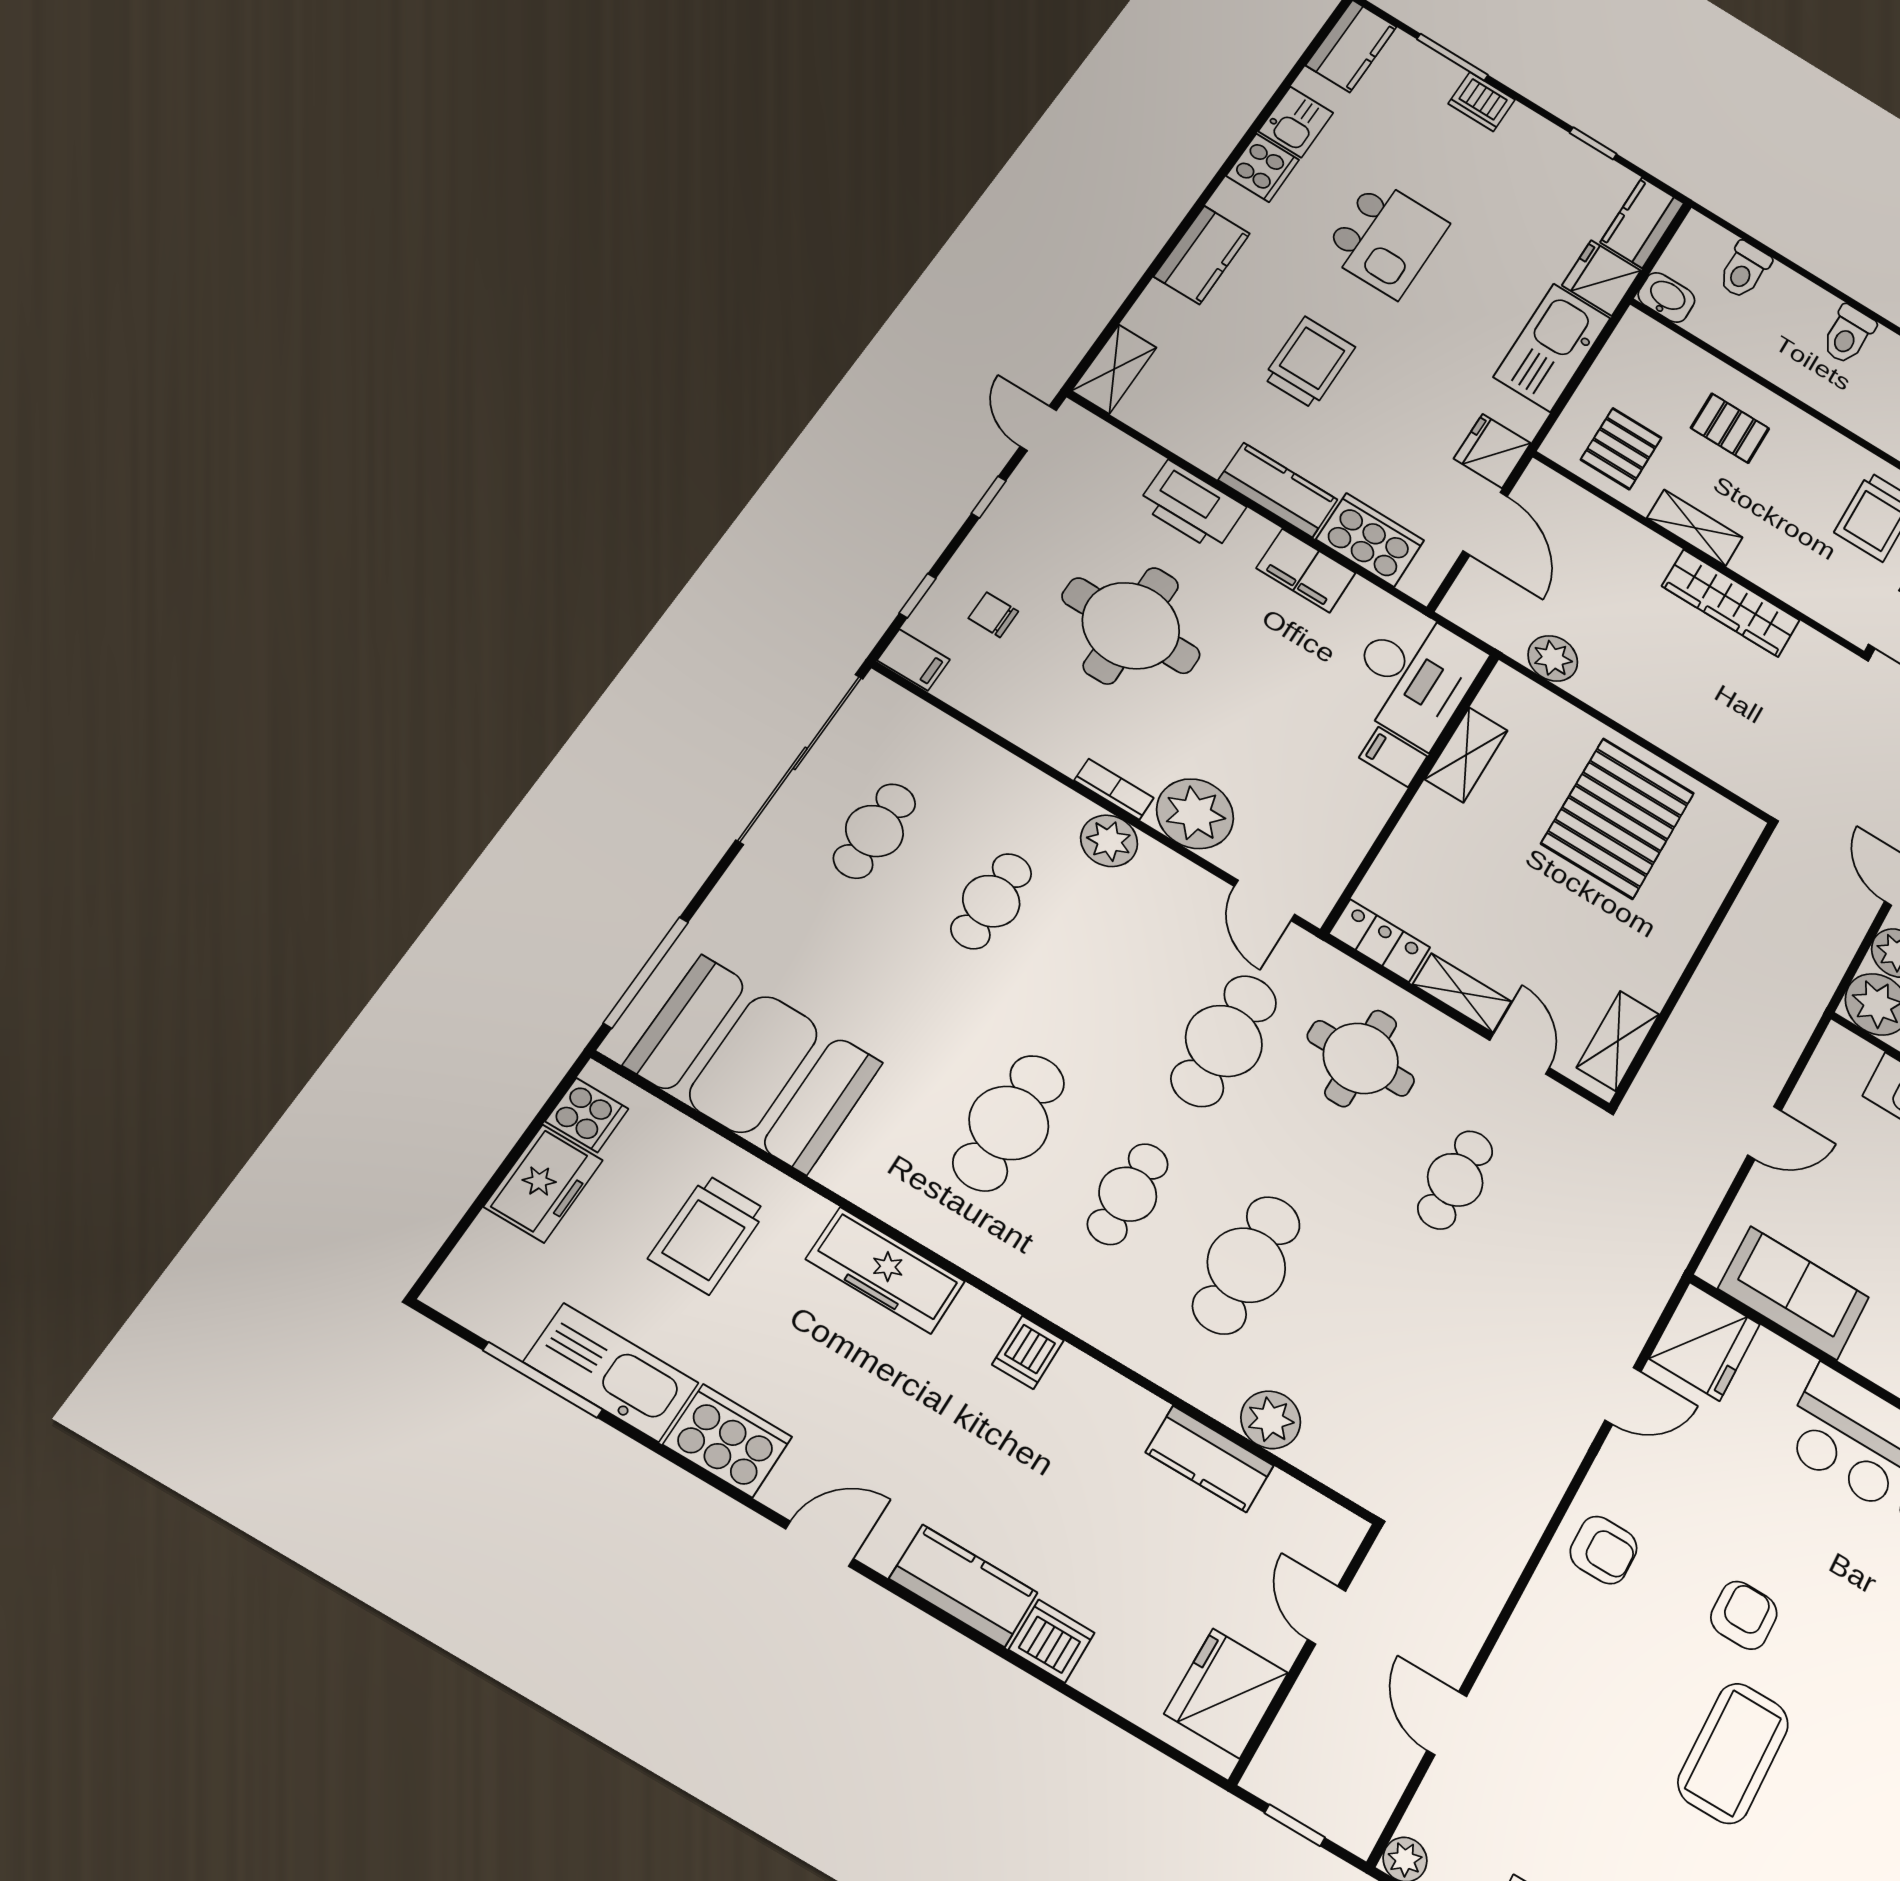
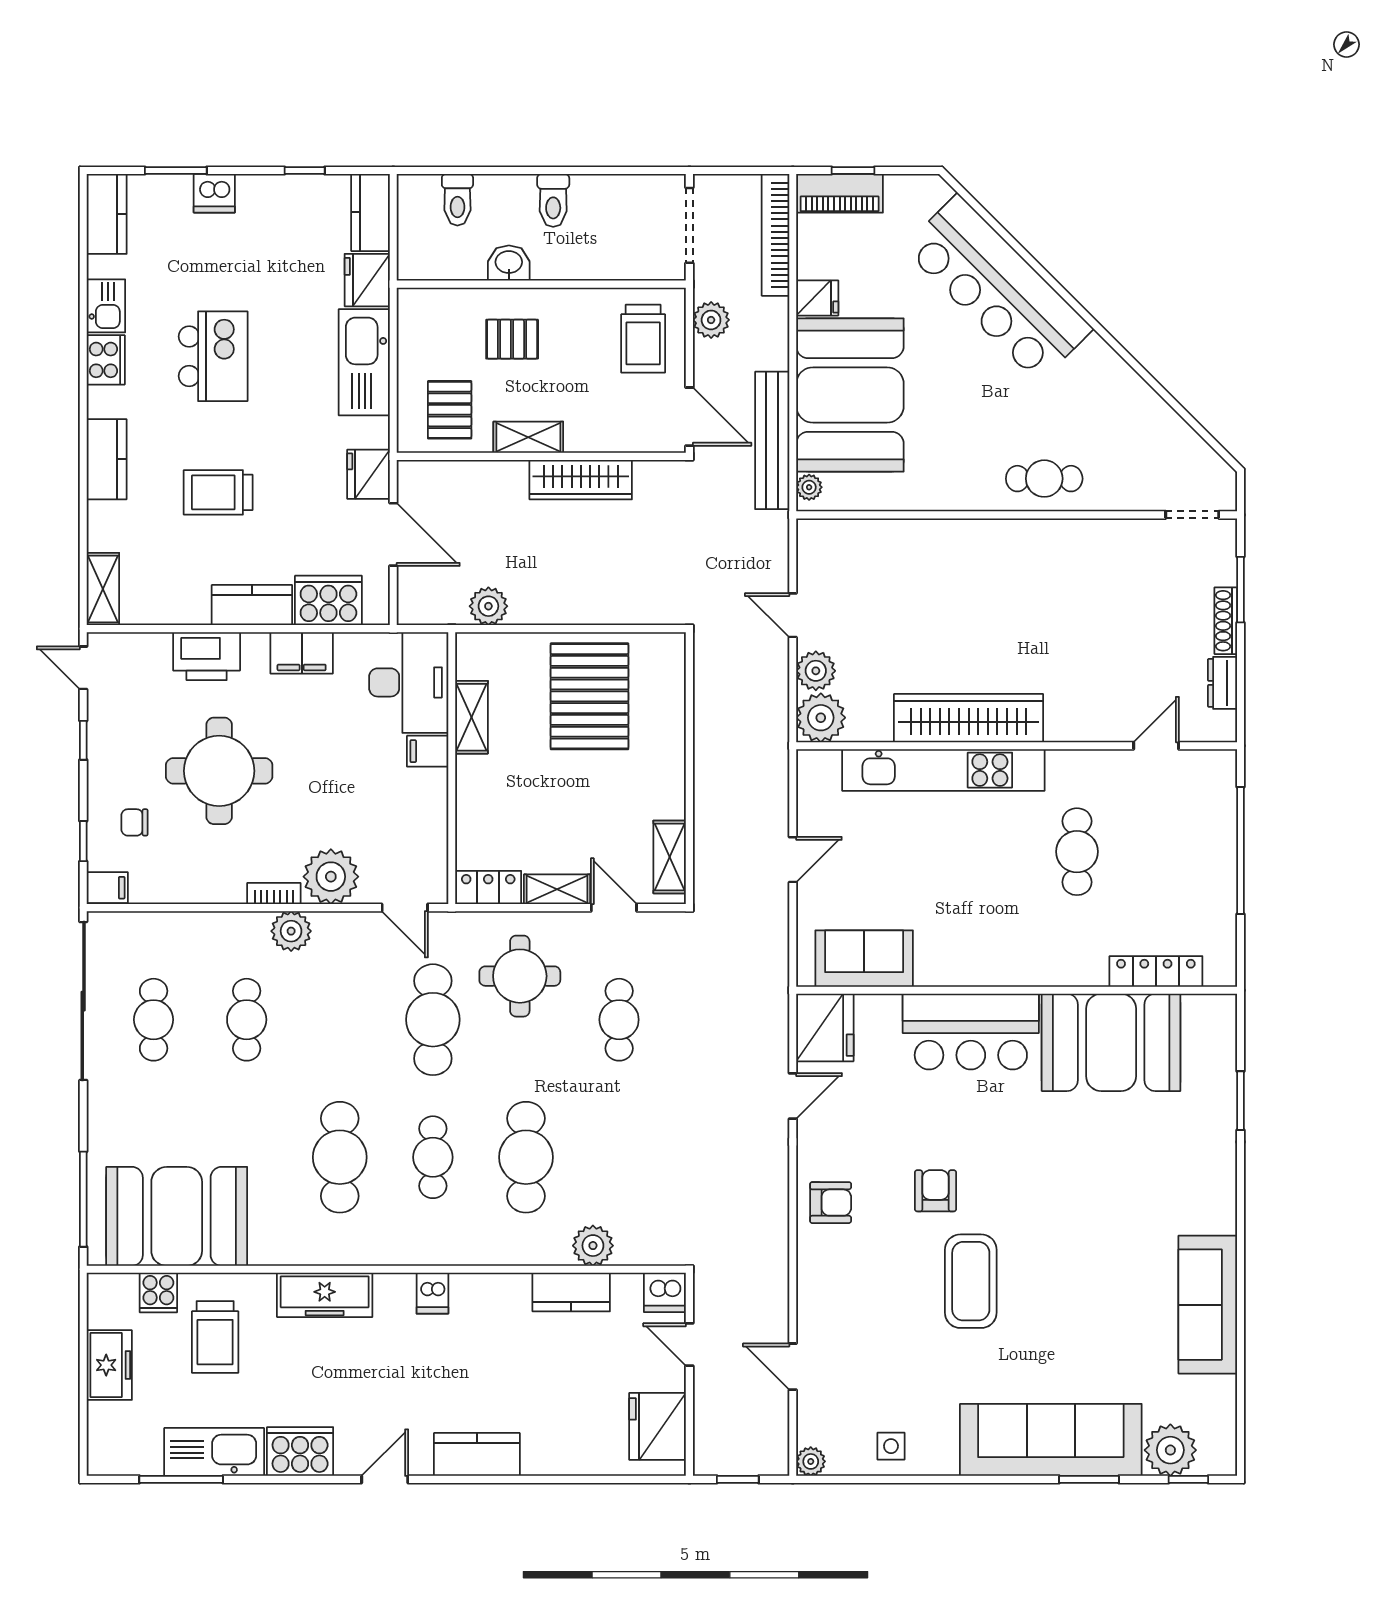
washbasin: (1666, 297) -> (509, 263), moved
trolley: (1309, 362) -> (218, 492), turned -90
cooker: (587, 1115) -> (158, 1293), moved, turned 90
dishwasher: (1052, 1641) -> (665, 1292), moved, turned 180

